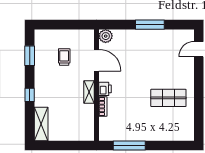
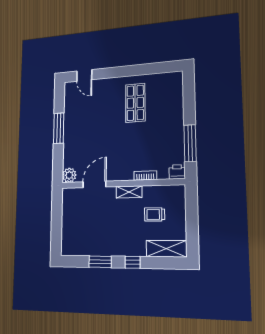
window: (30, 56) -> (100, 262), moved
trolley: (64, 57) -> (155, 214), moved
printer: (105, 89) -> (177, 172), moved

